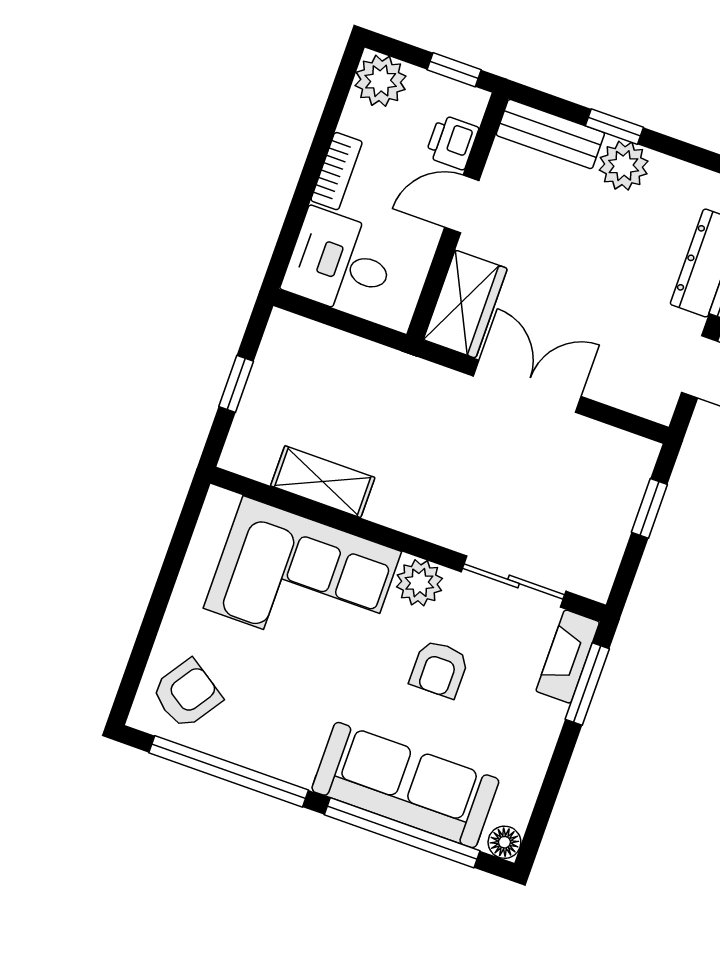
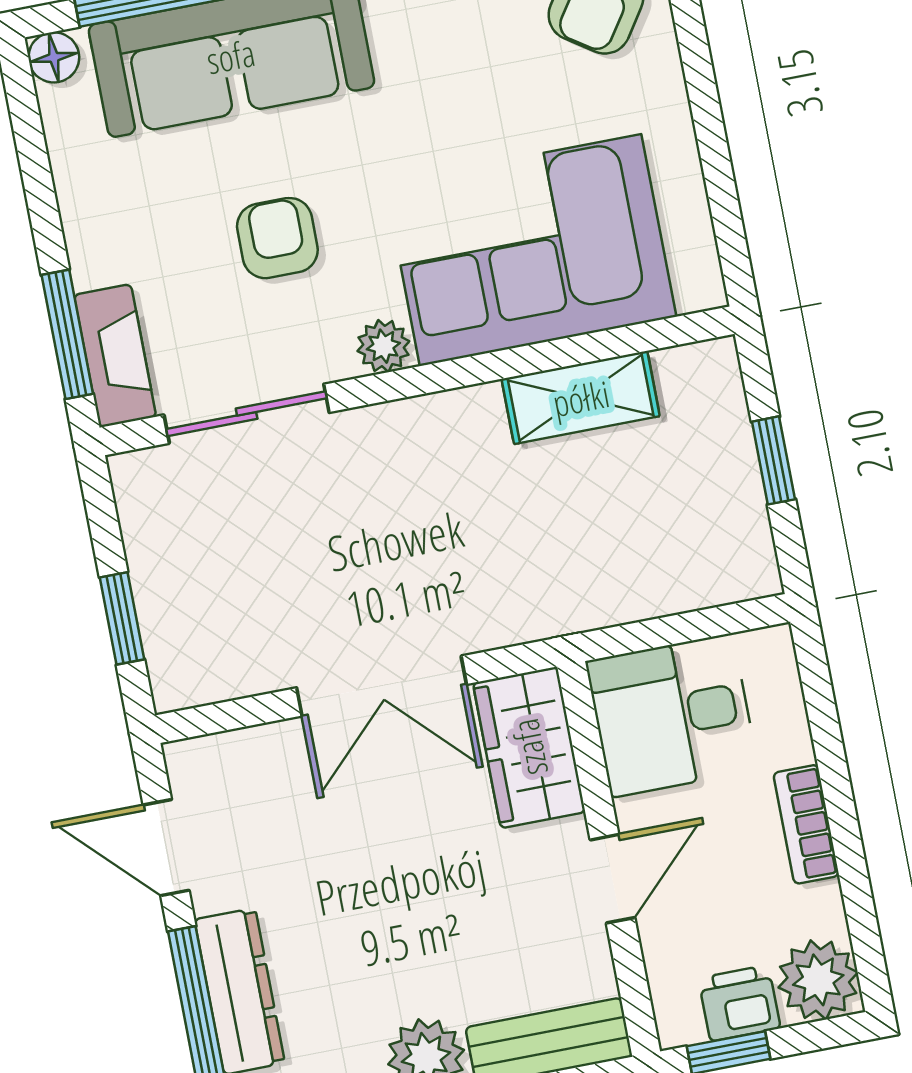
printer: (452, 142) -> (739, 1003), moved, turned -90
desk: (340, 263) -> (672, 715), moved, turned 180
plant: (419, 583) -> (383, 346), width x0.73, depth x0.73

